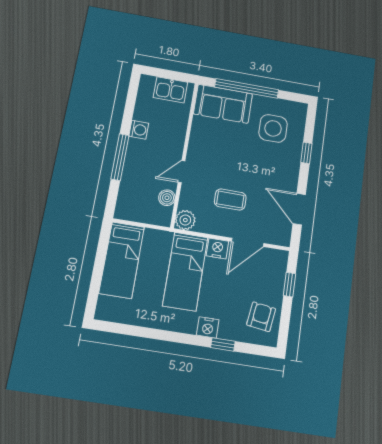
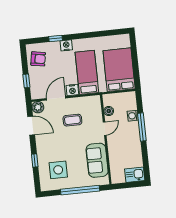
kitchen sink: (170, 90) -> (135, 175), moved
sofa: (223, 104) -> (97, 160), moved, turned -90
washing machine: (139, 130) -> (133, 116), moved
plant: (185, 220) -> (38, 107), moved
bed: (122, 260) -> (119, 70), width x1.50
armchair: (261, 317) -> (38, 59), turned -88

